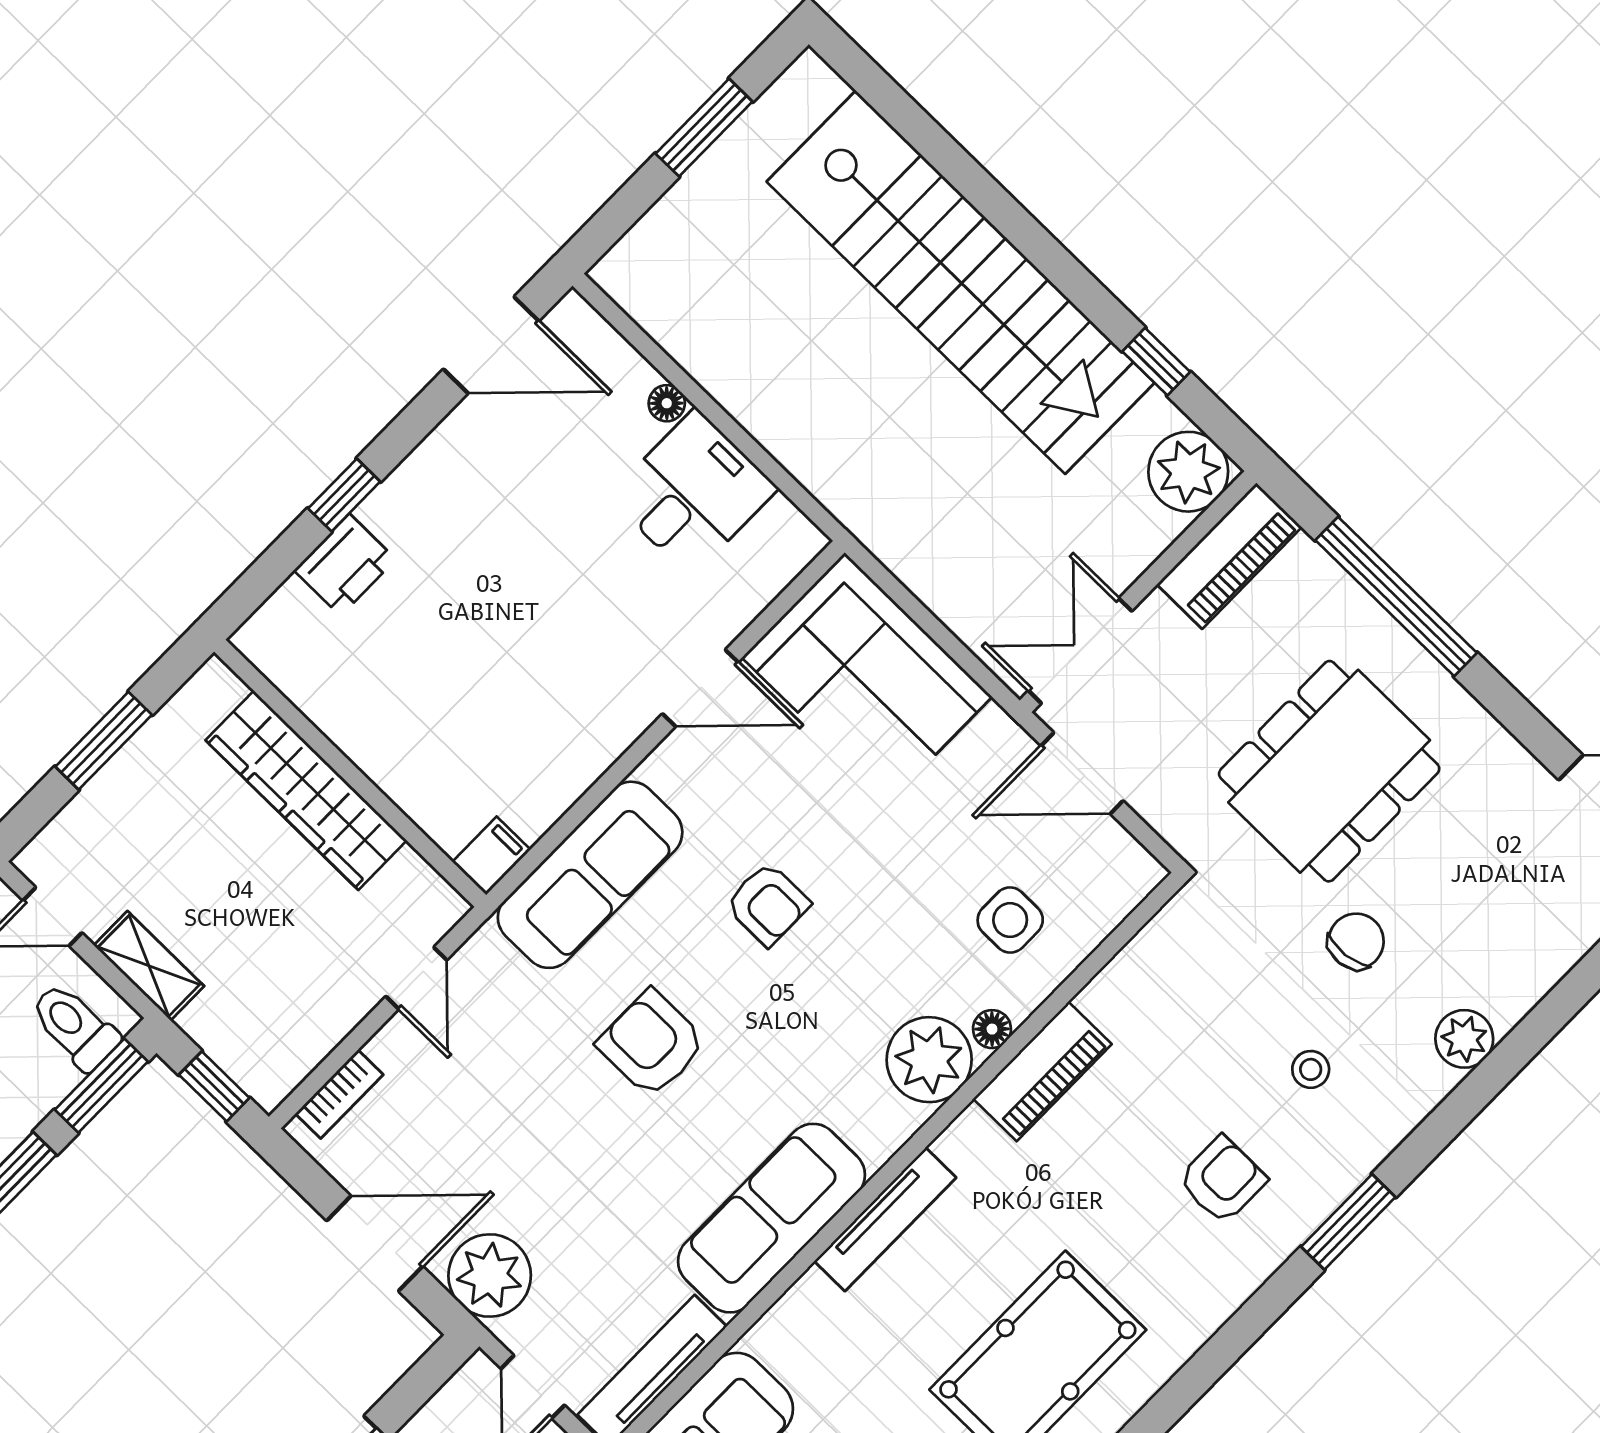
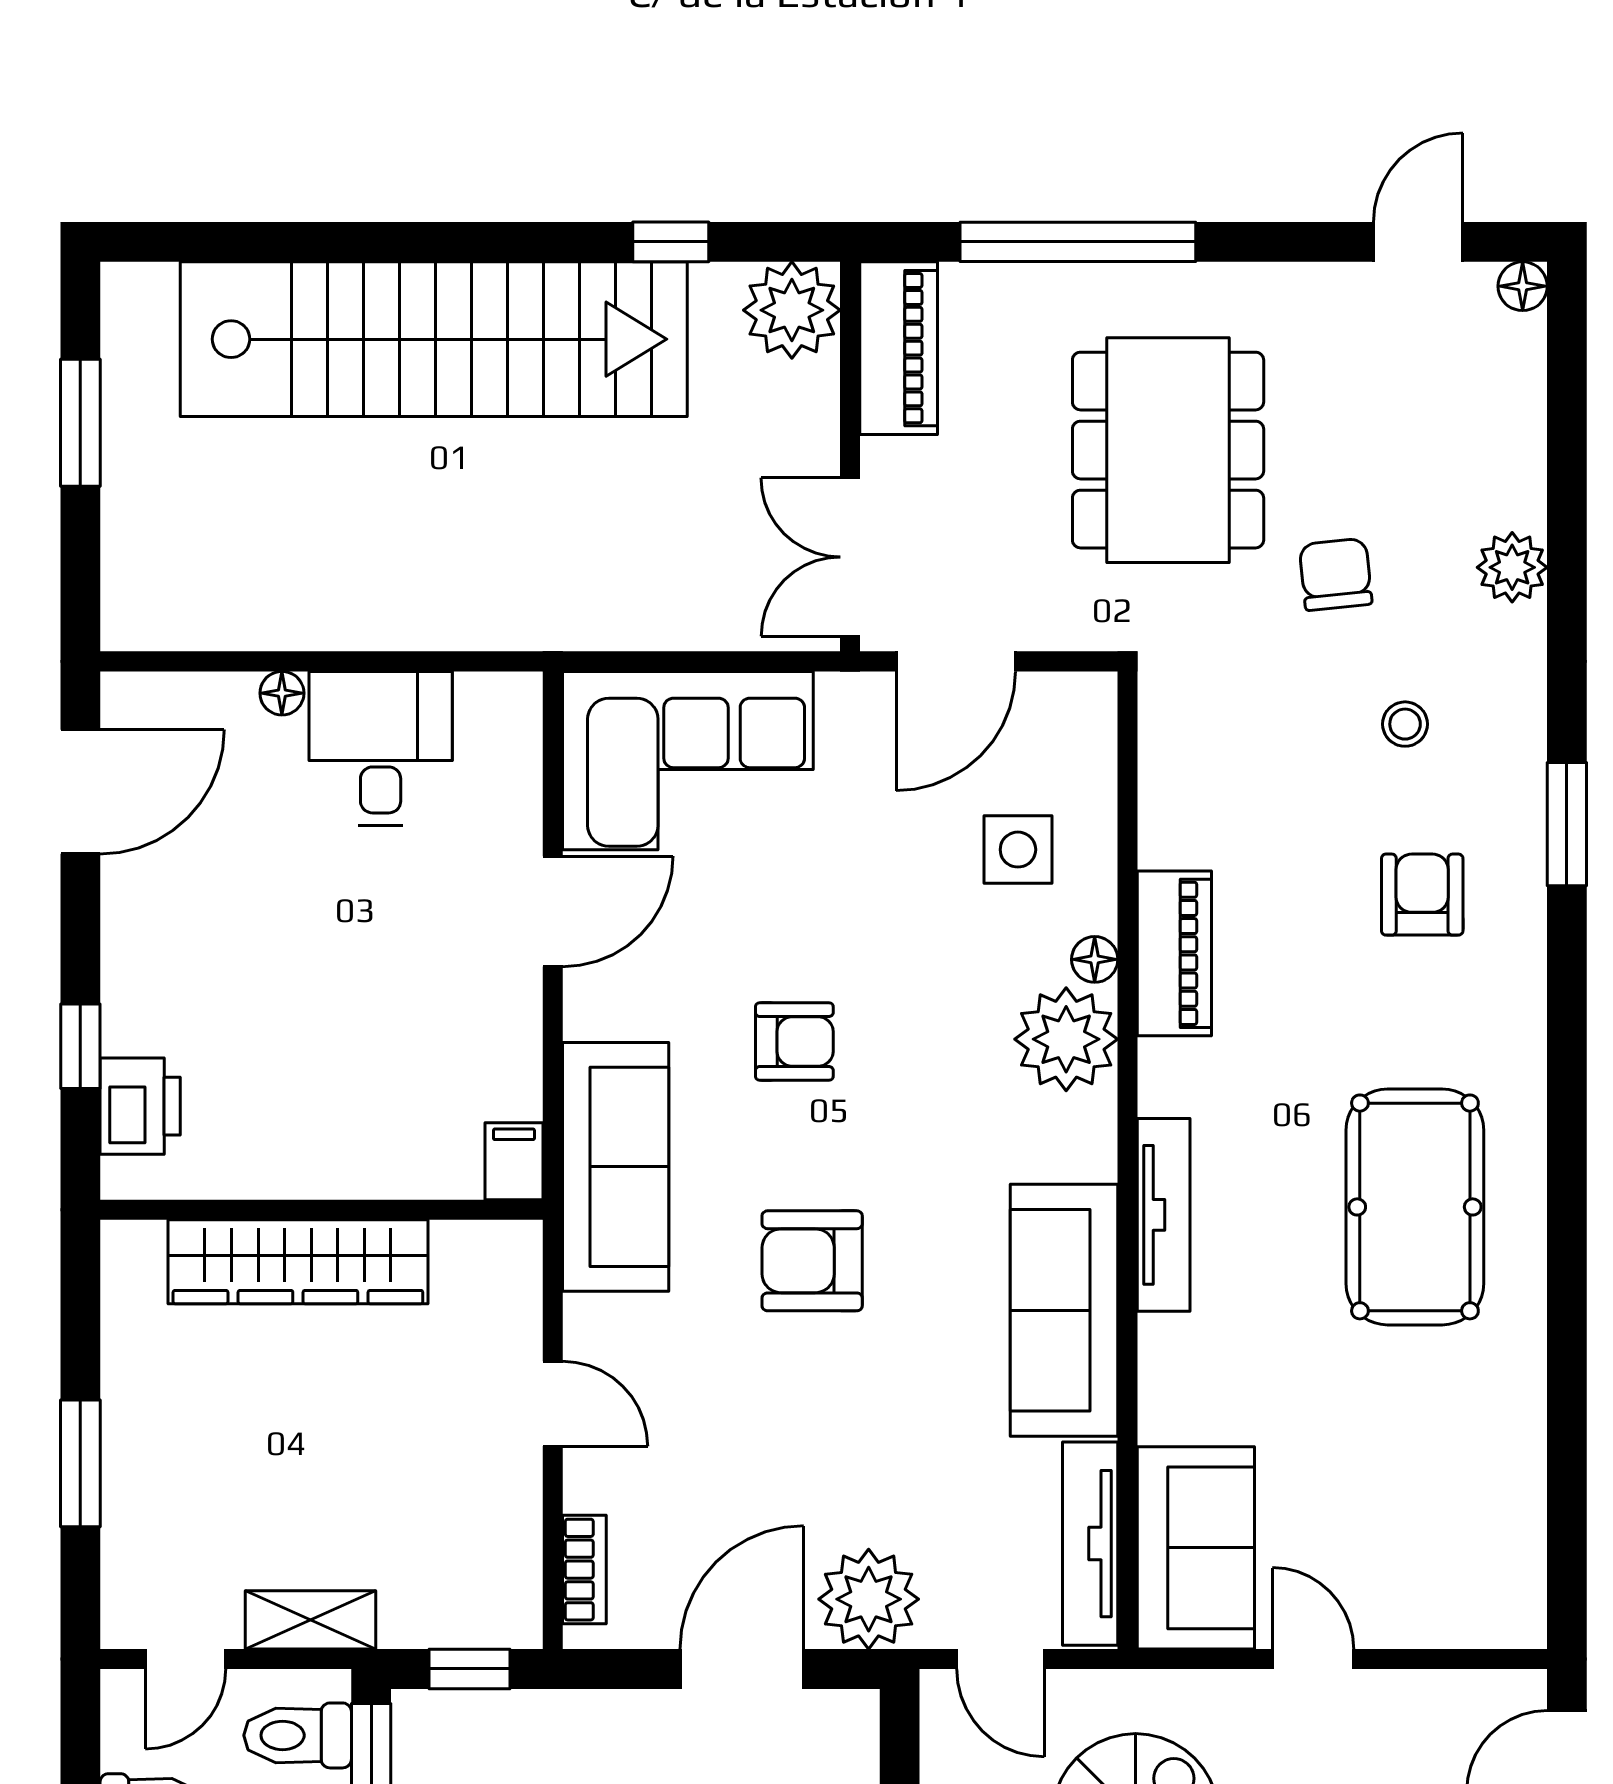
wall: (350, 773) -> (322, 1210), moved
wardrobe: (306, 790) -> (298, 1262), moved
filing cabinet: (491, 856) -> (514, 1161), moved

